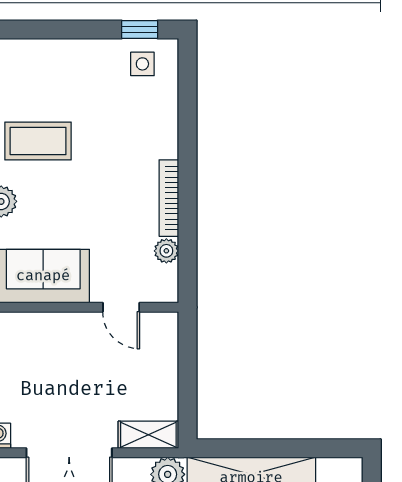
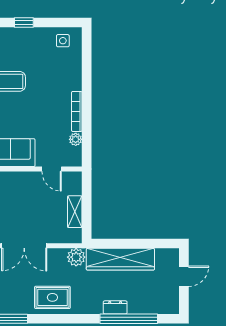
window: (140, 29) -> (24, 23), moved
shelving: (148, 435) -> (75, 212), moved, turned 90

